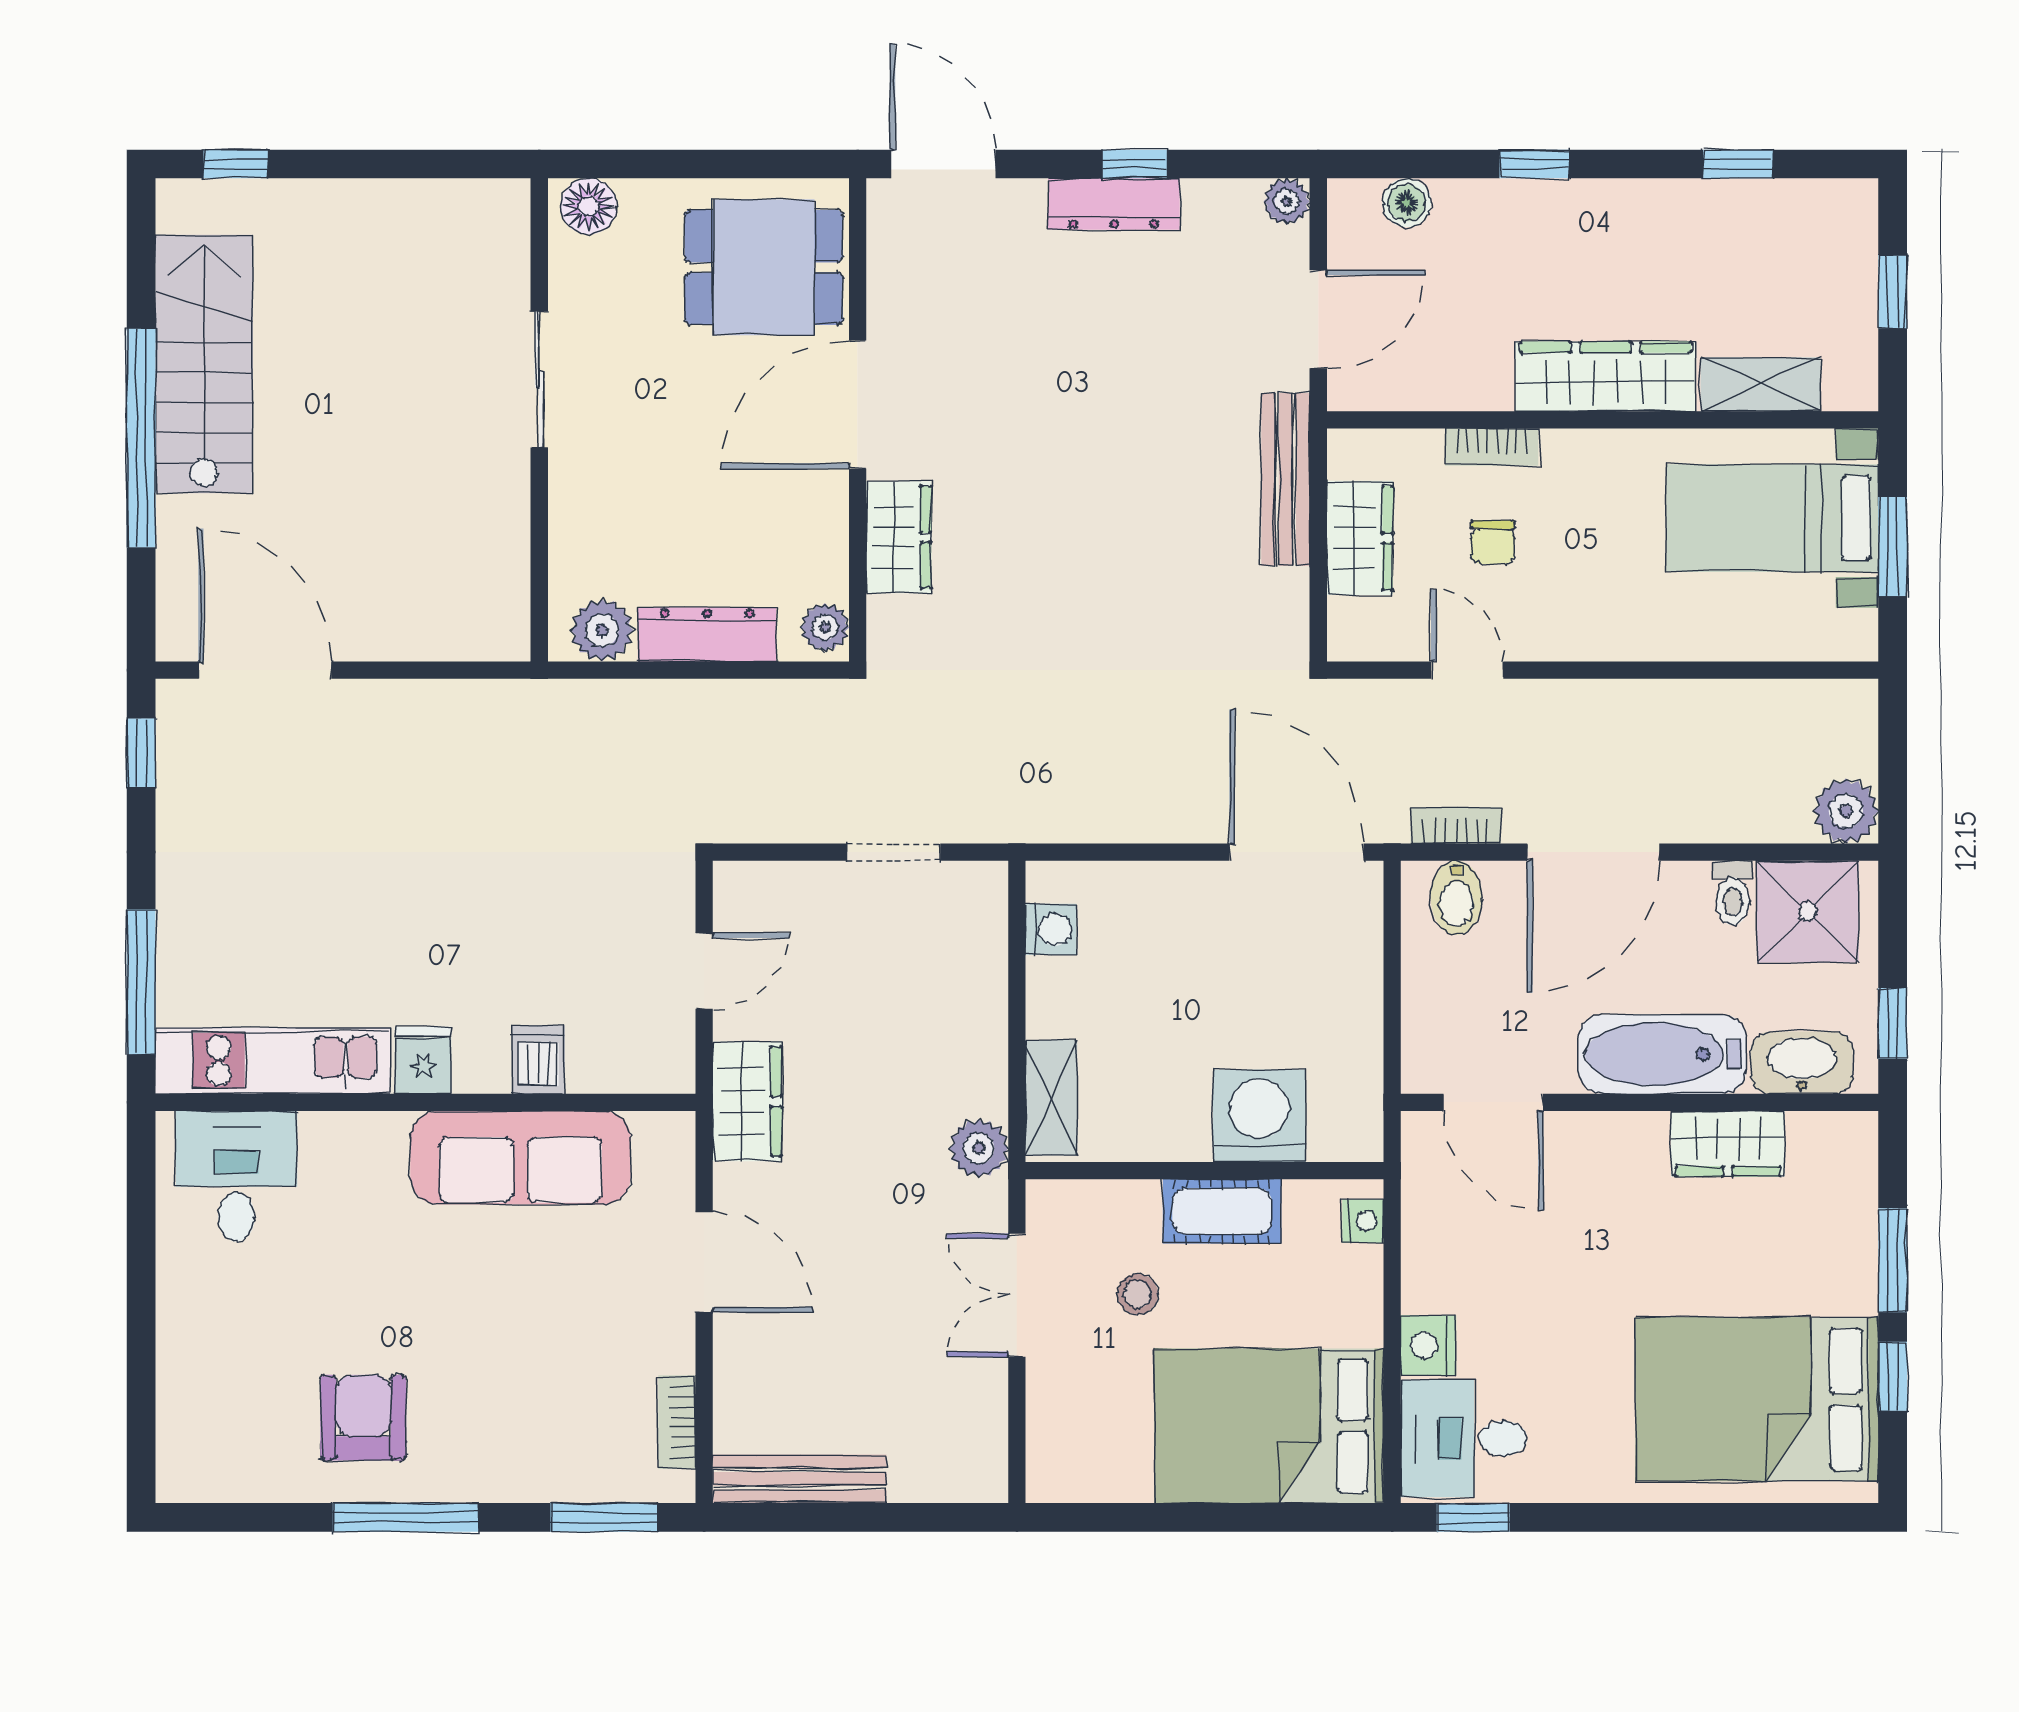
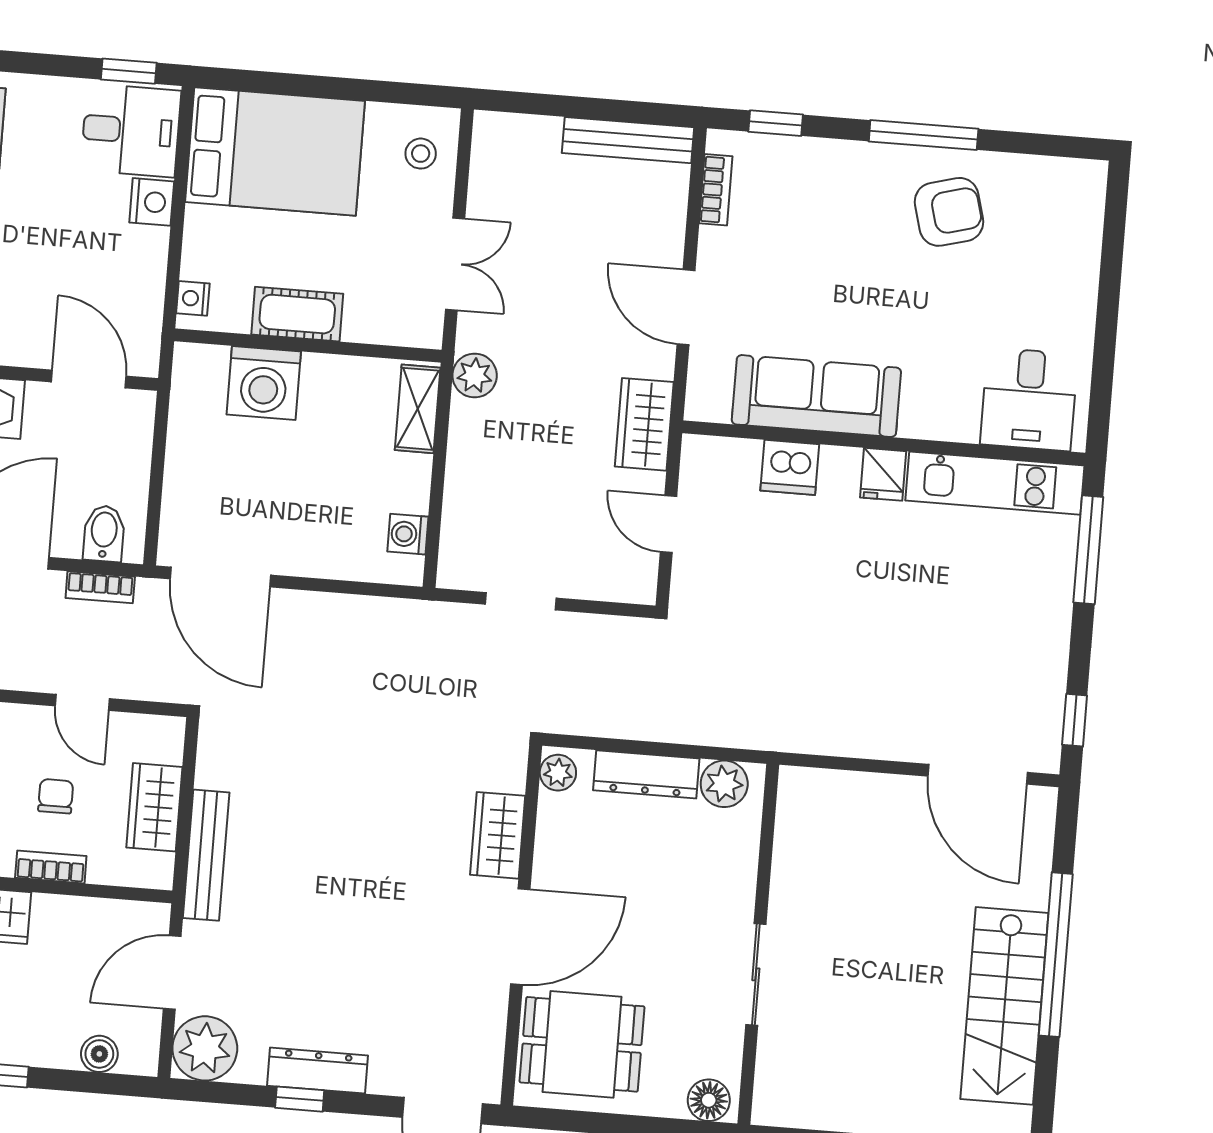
plant: (1287, 201) -> (205, 1048), width x1.88, depth x1.88
door: (704, 971) -> (668, 524), hinge flipped
dishwasher: (538, 1060) -> (790, 467), width x1.38
stool: (1138, 1294) -> (421, 154), moved
armchair: (363, 1418) -> (949, 212), turned -105
window: (604, 1517) -> (776, 123), width x0.67

